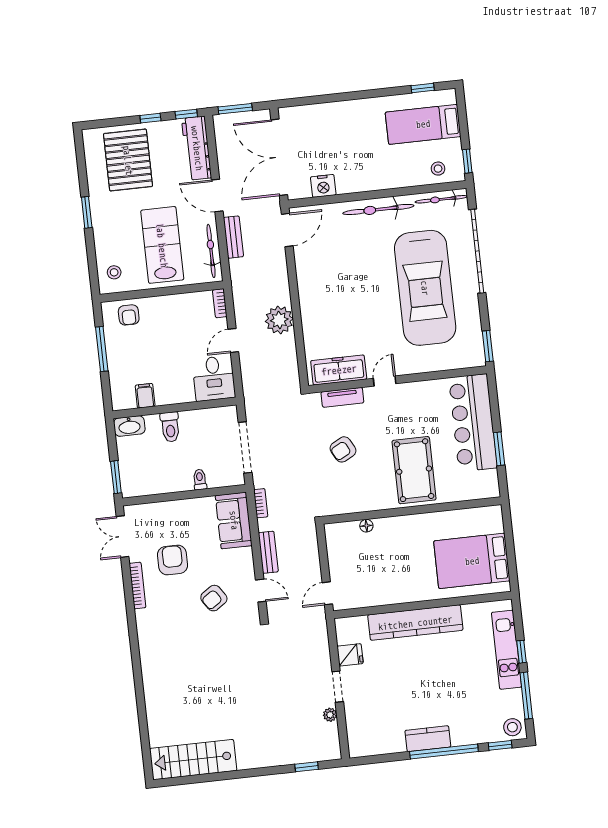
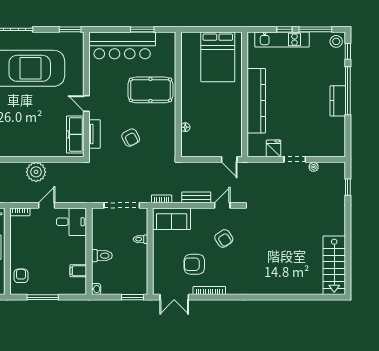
armchair: (129, 315) -> (21, 276), turned -90
door: (233, 340) -> (47, 205), swing flipped
washbasin: (129, 426) -> (96, 289), width x0.52, depth x0.69

